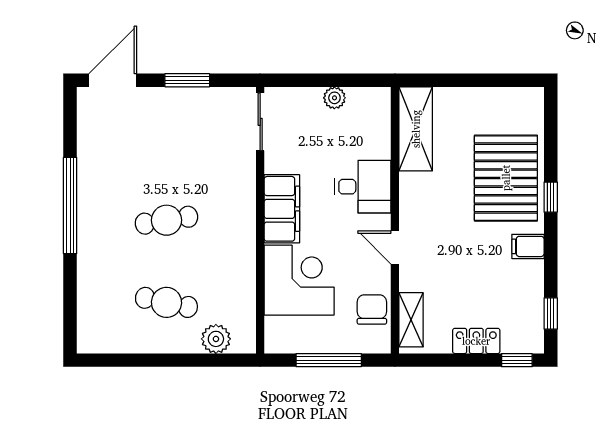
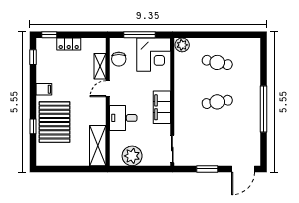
plant: (334, 98) -> (132, 156), width x1.88, depth x1.88
window: (551, 197) -> (33, 126), moved
door: (395, 248) -> (108, 89), swing flipped
corner desk: (299, 280) -> (154, 55), moved, turned -90
shelving: (411, 320) -> (100, 66), moved
plant: (216, 339) -> (182, 45), moved

